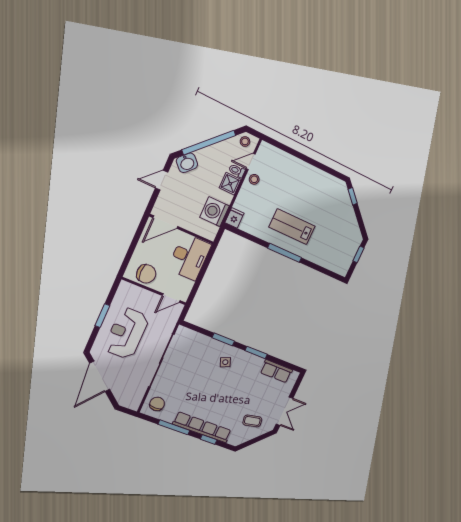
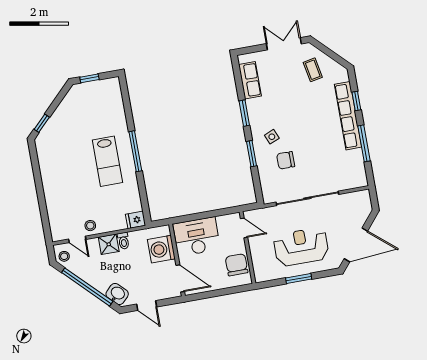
toilet: (237, 171) -> (123, 241), moved
washing machine: (214, 212) -> (161, 249), moved, turned 90
reception desk: (127, 333) -> (301, 247), turned 180
chair: (157, 404) -> (286, 160), moved

